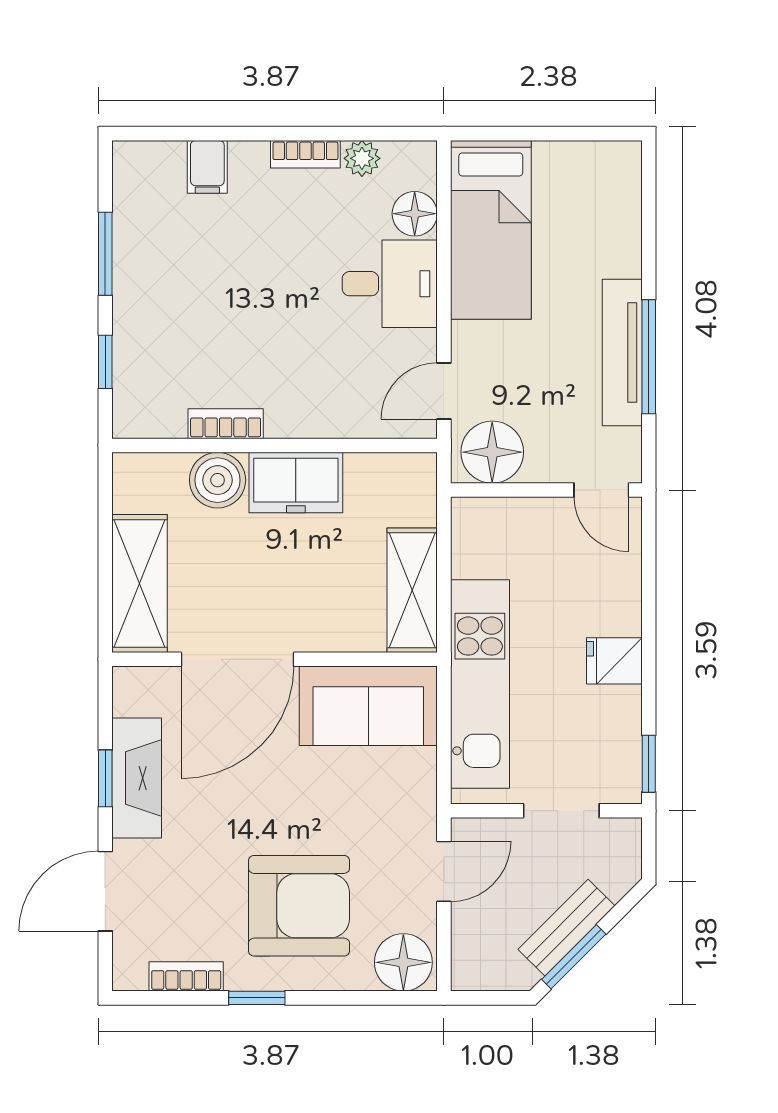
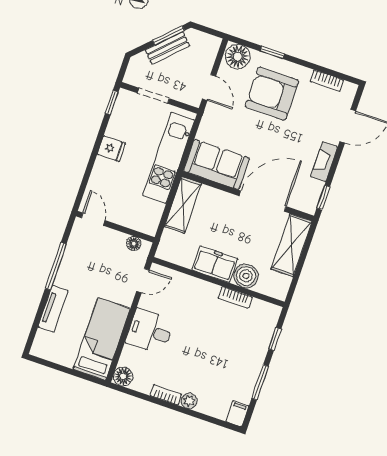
plant: (362, 158) -> (189, 401), moved
filing cabinet: (207, 167) -> (237, 414), moved
floor lamp: (415, 214) -> (123, 376), moved
tv unit: (622, 352) -> (53, 309), moved, width x0.71
floor lamp: (492, 452) -> (134, 243), width x0.53, depth x0.53
window: (105, 778) -> (323, 197), moved
fireplace: (137, 778) -> (324, 162), width x0.73, depth x0.76
door: (444, 871) -> (209, 88), swing flipped
window: (257, 998) -> (272, 52), moved

